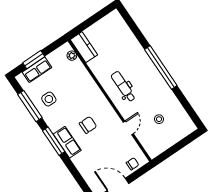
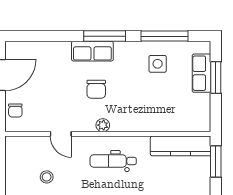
window: (83, 26) -> (216, 161), added
kitchen counter: (84, 47) -> (181, 146), width x1.50
plant: (72, 56) -> (103, 125), moved
dental chair: (123, 87) -> (113, 161), turned 180

